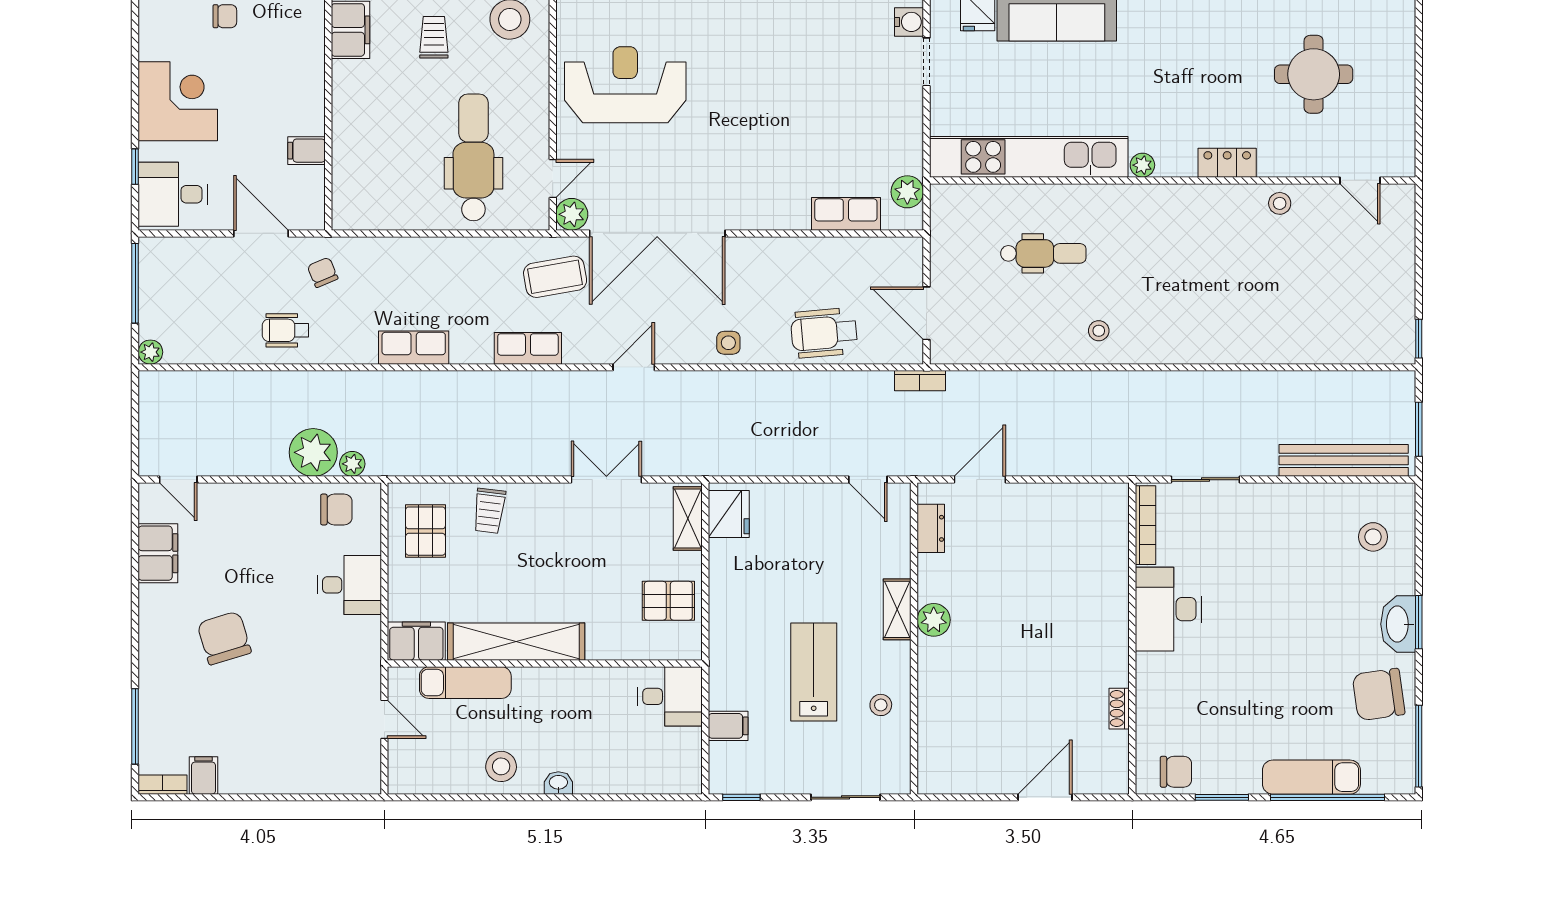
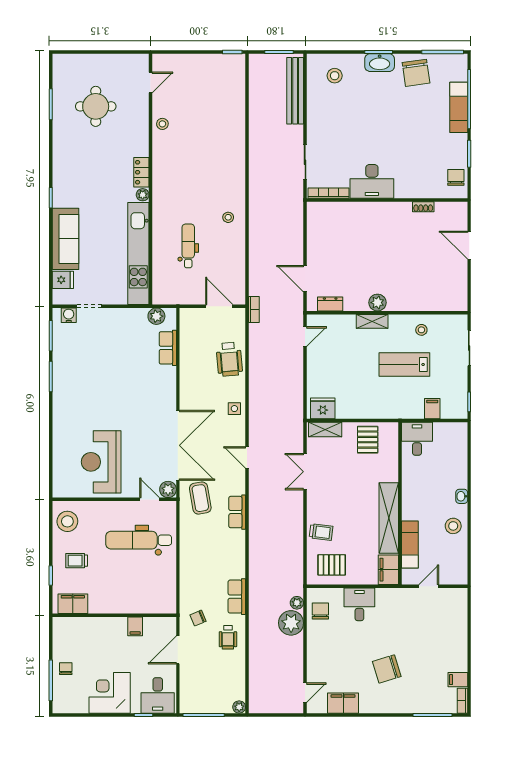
locker: (1227, 163) -> (141, 172), moved
door: (927, 313) -> (219, 306), swing flipped
row of seats: (414, 348) -> (237, 597), moved

